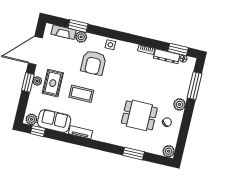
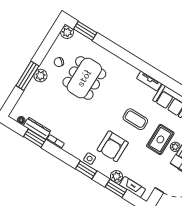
window: (110, 34) -> (86, 170), added
window: (178, 49) -> (35, 138), moved
armchair: (93, 63) -> (113, 146), turned 180
window: (194, 86) -> (27, 76), moved
dining table: (139, 115) -> (84, 78), width x1.38
window: (133, 154) -> (85, 31), moved

